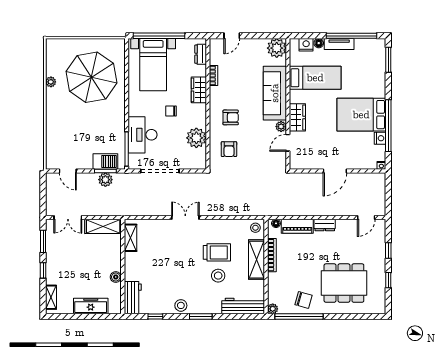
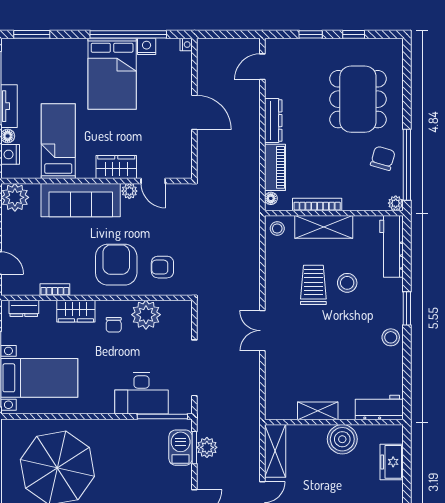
chair: (171, 111) -> (114, 325), moved
armchair: (231, 117) -> (116, 265), width x1.88, depth x1.88
armchair: (229, 149) -> (162, 267), turned 180
door: (366, 217) -> (262, 67), swing flipped
dresser: (325, 225) -> (273, 121), width x1.44
shelving: (131, 238) -> (318, 411), moved
boiler: (116, 277) -> (342, 439), width x1.86, depth x1.86
freezer: (91, 306) -> (392, 462), width x0.71
window: (155, 317) -> (407, 375), removed

